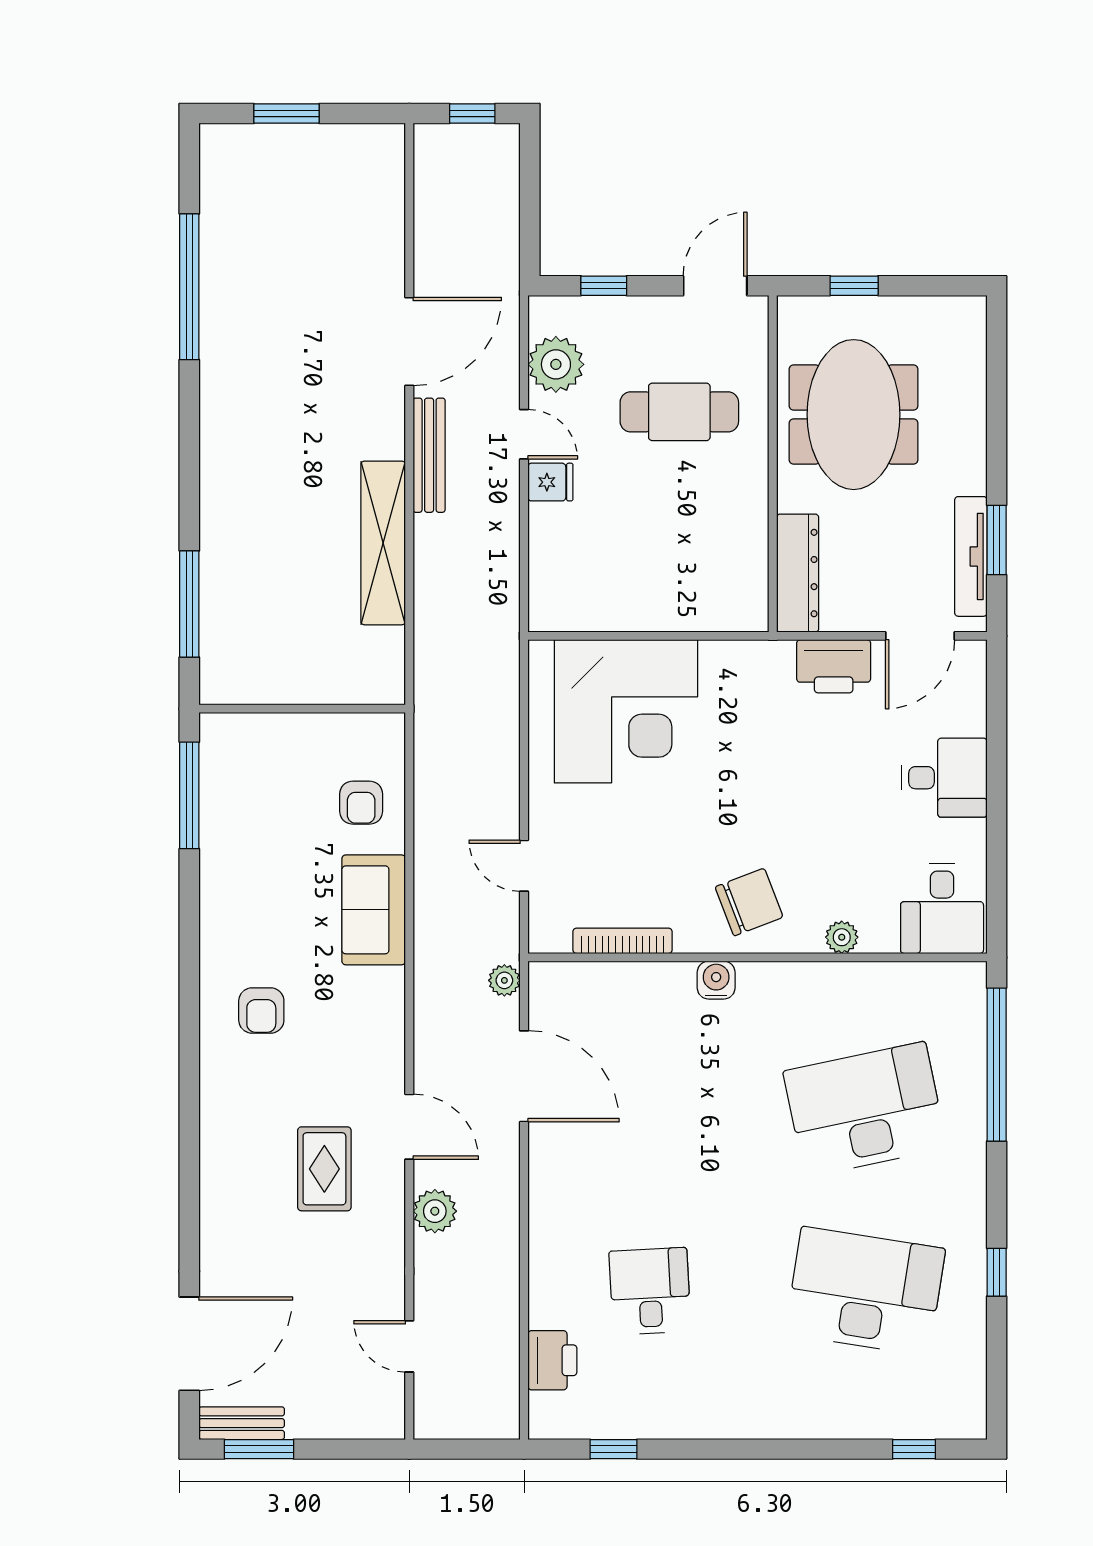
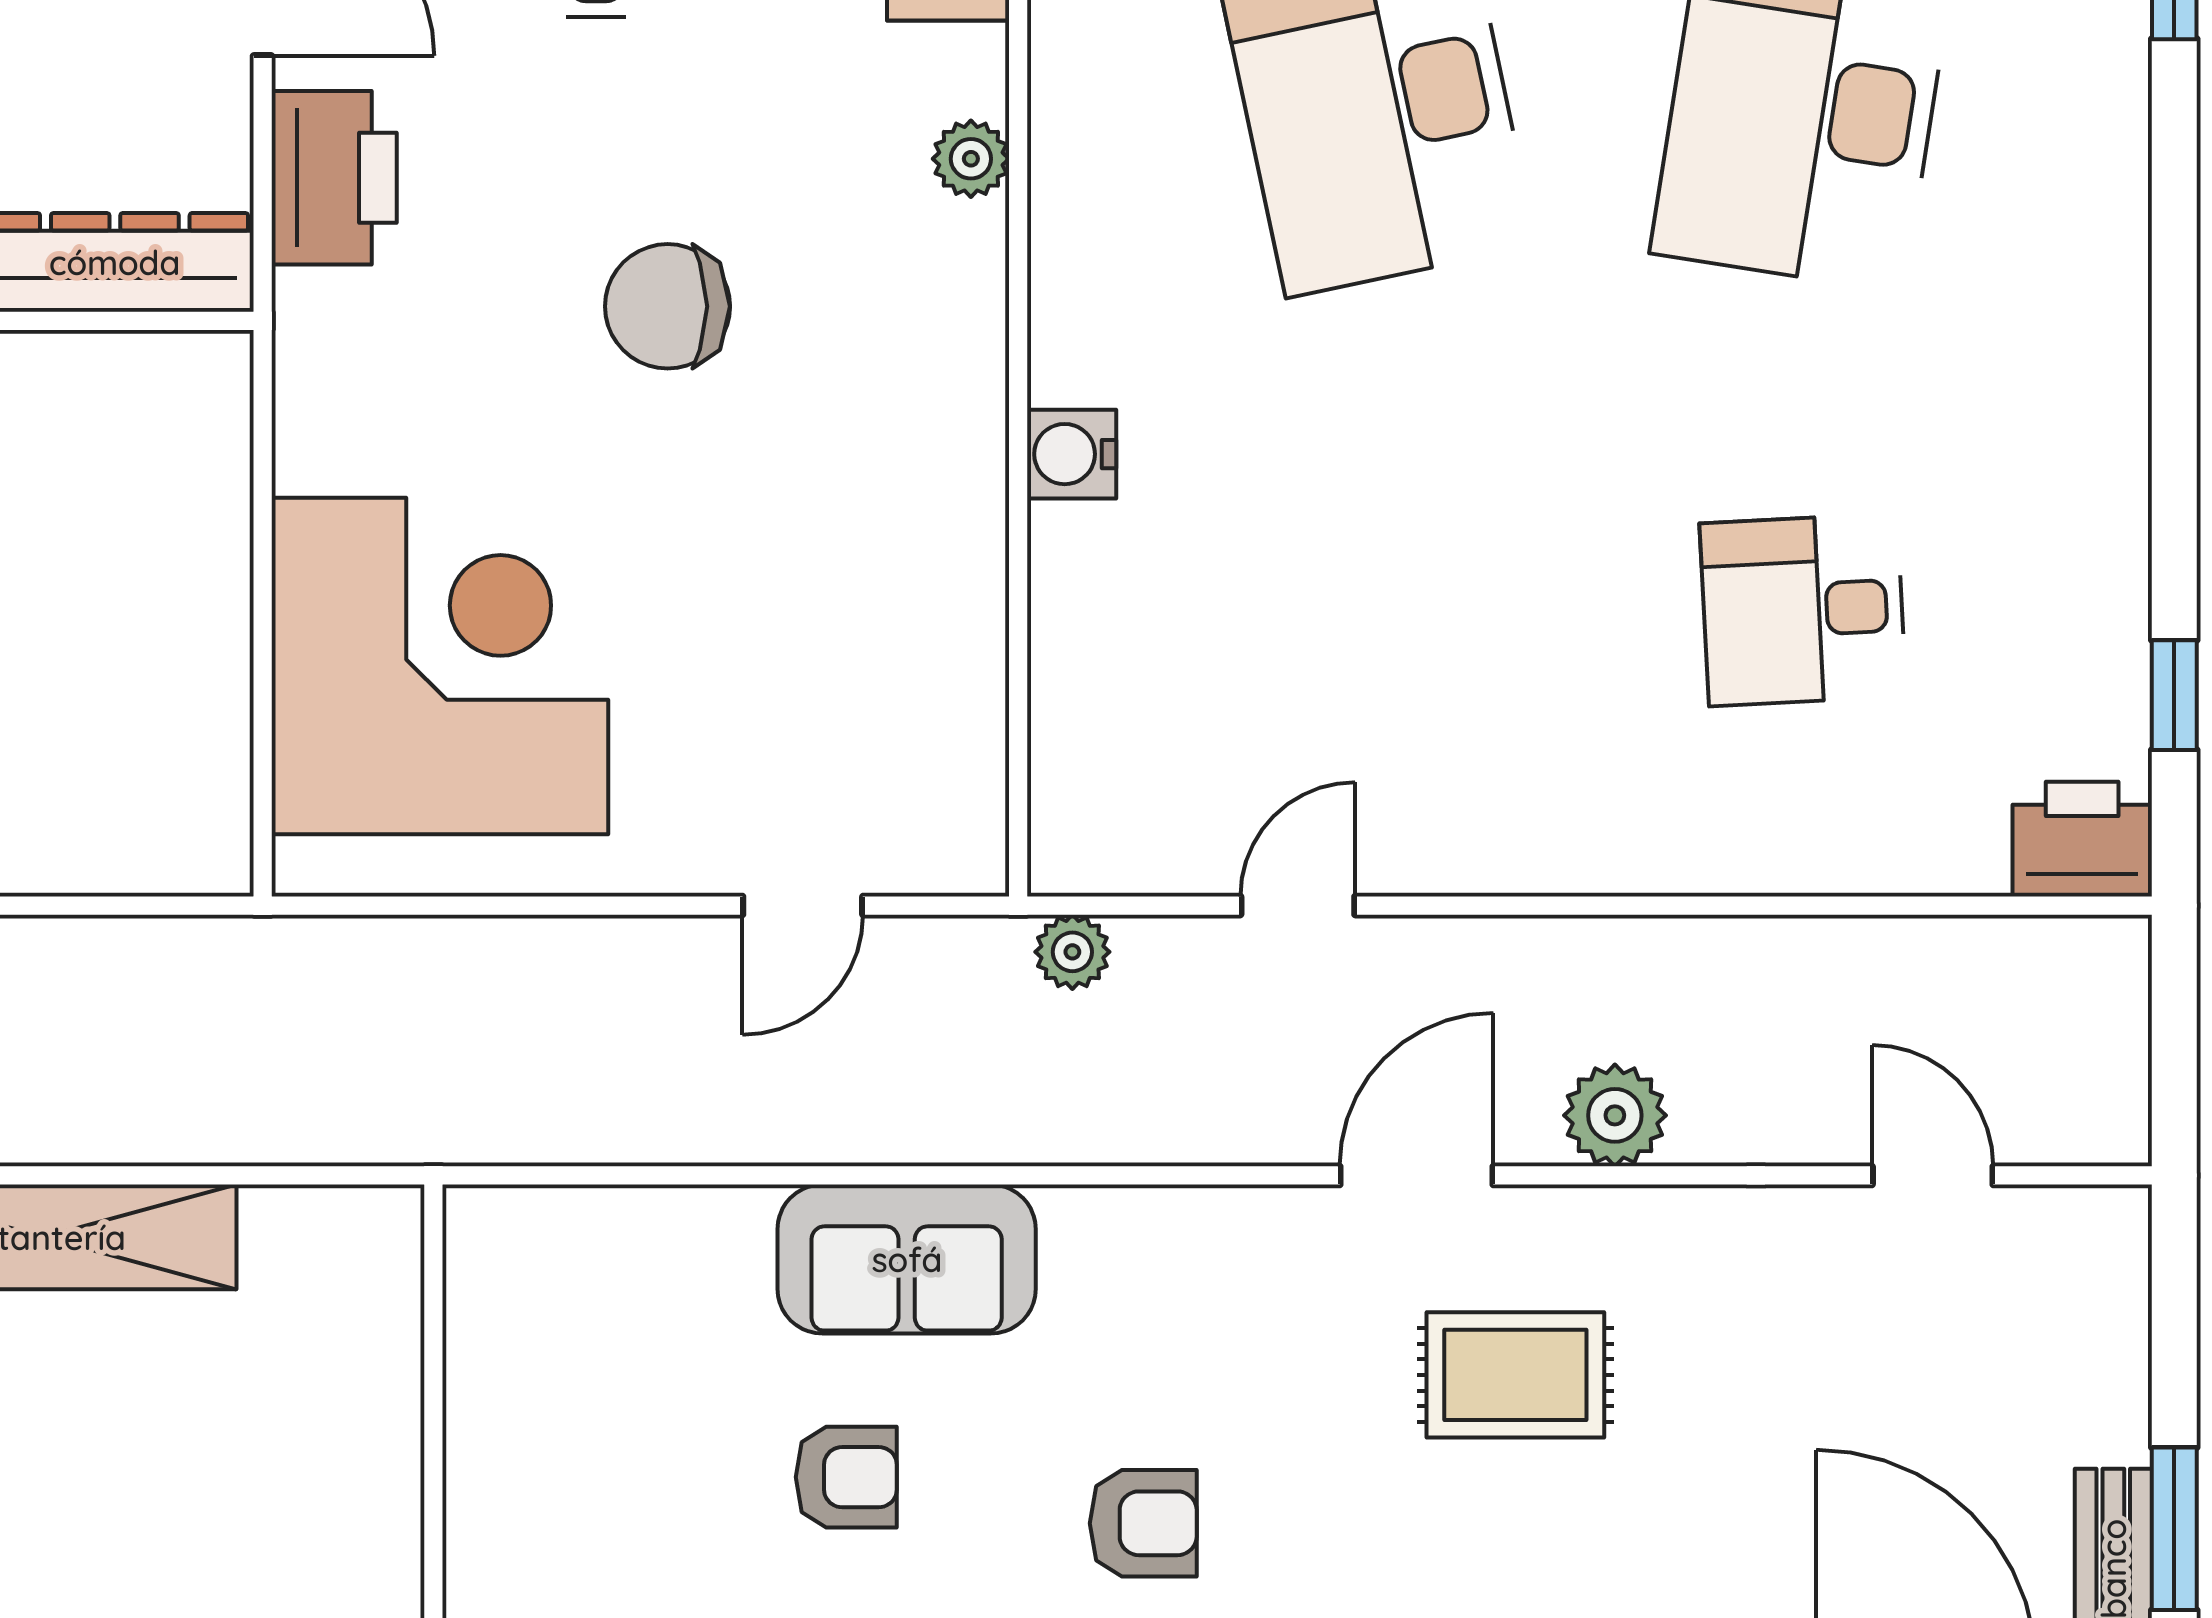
armchair: (361, 803) -> (846, 1477), moved
chair: (749, 902) -> (668, 306), moved, turned -69
bookcase: (623, 941) -> (979, 674), removed
door: (524, 1076) -> (1298, 906), width x0.53
door: (409, 1346) -> (1933, 1175), swing flipped
printer: (552, 1360) -> (2082, 839), moved

